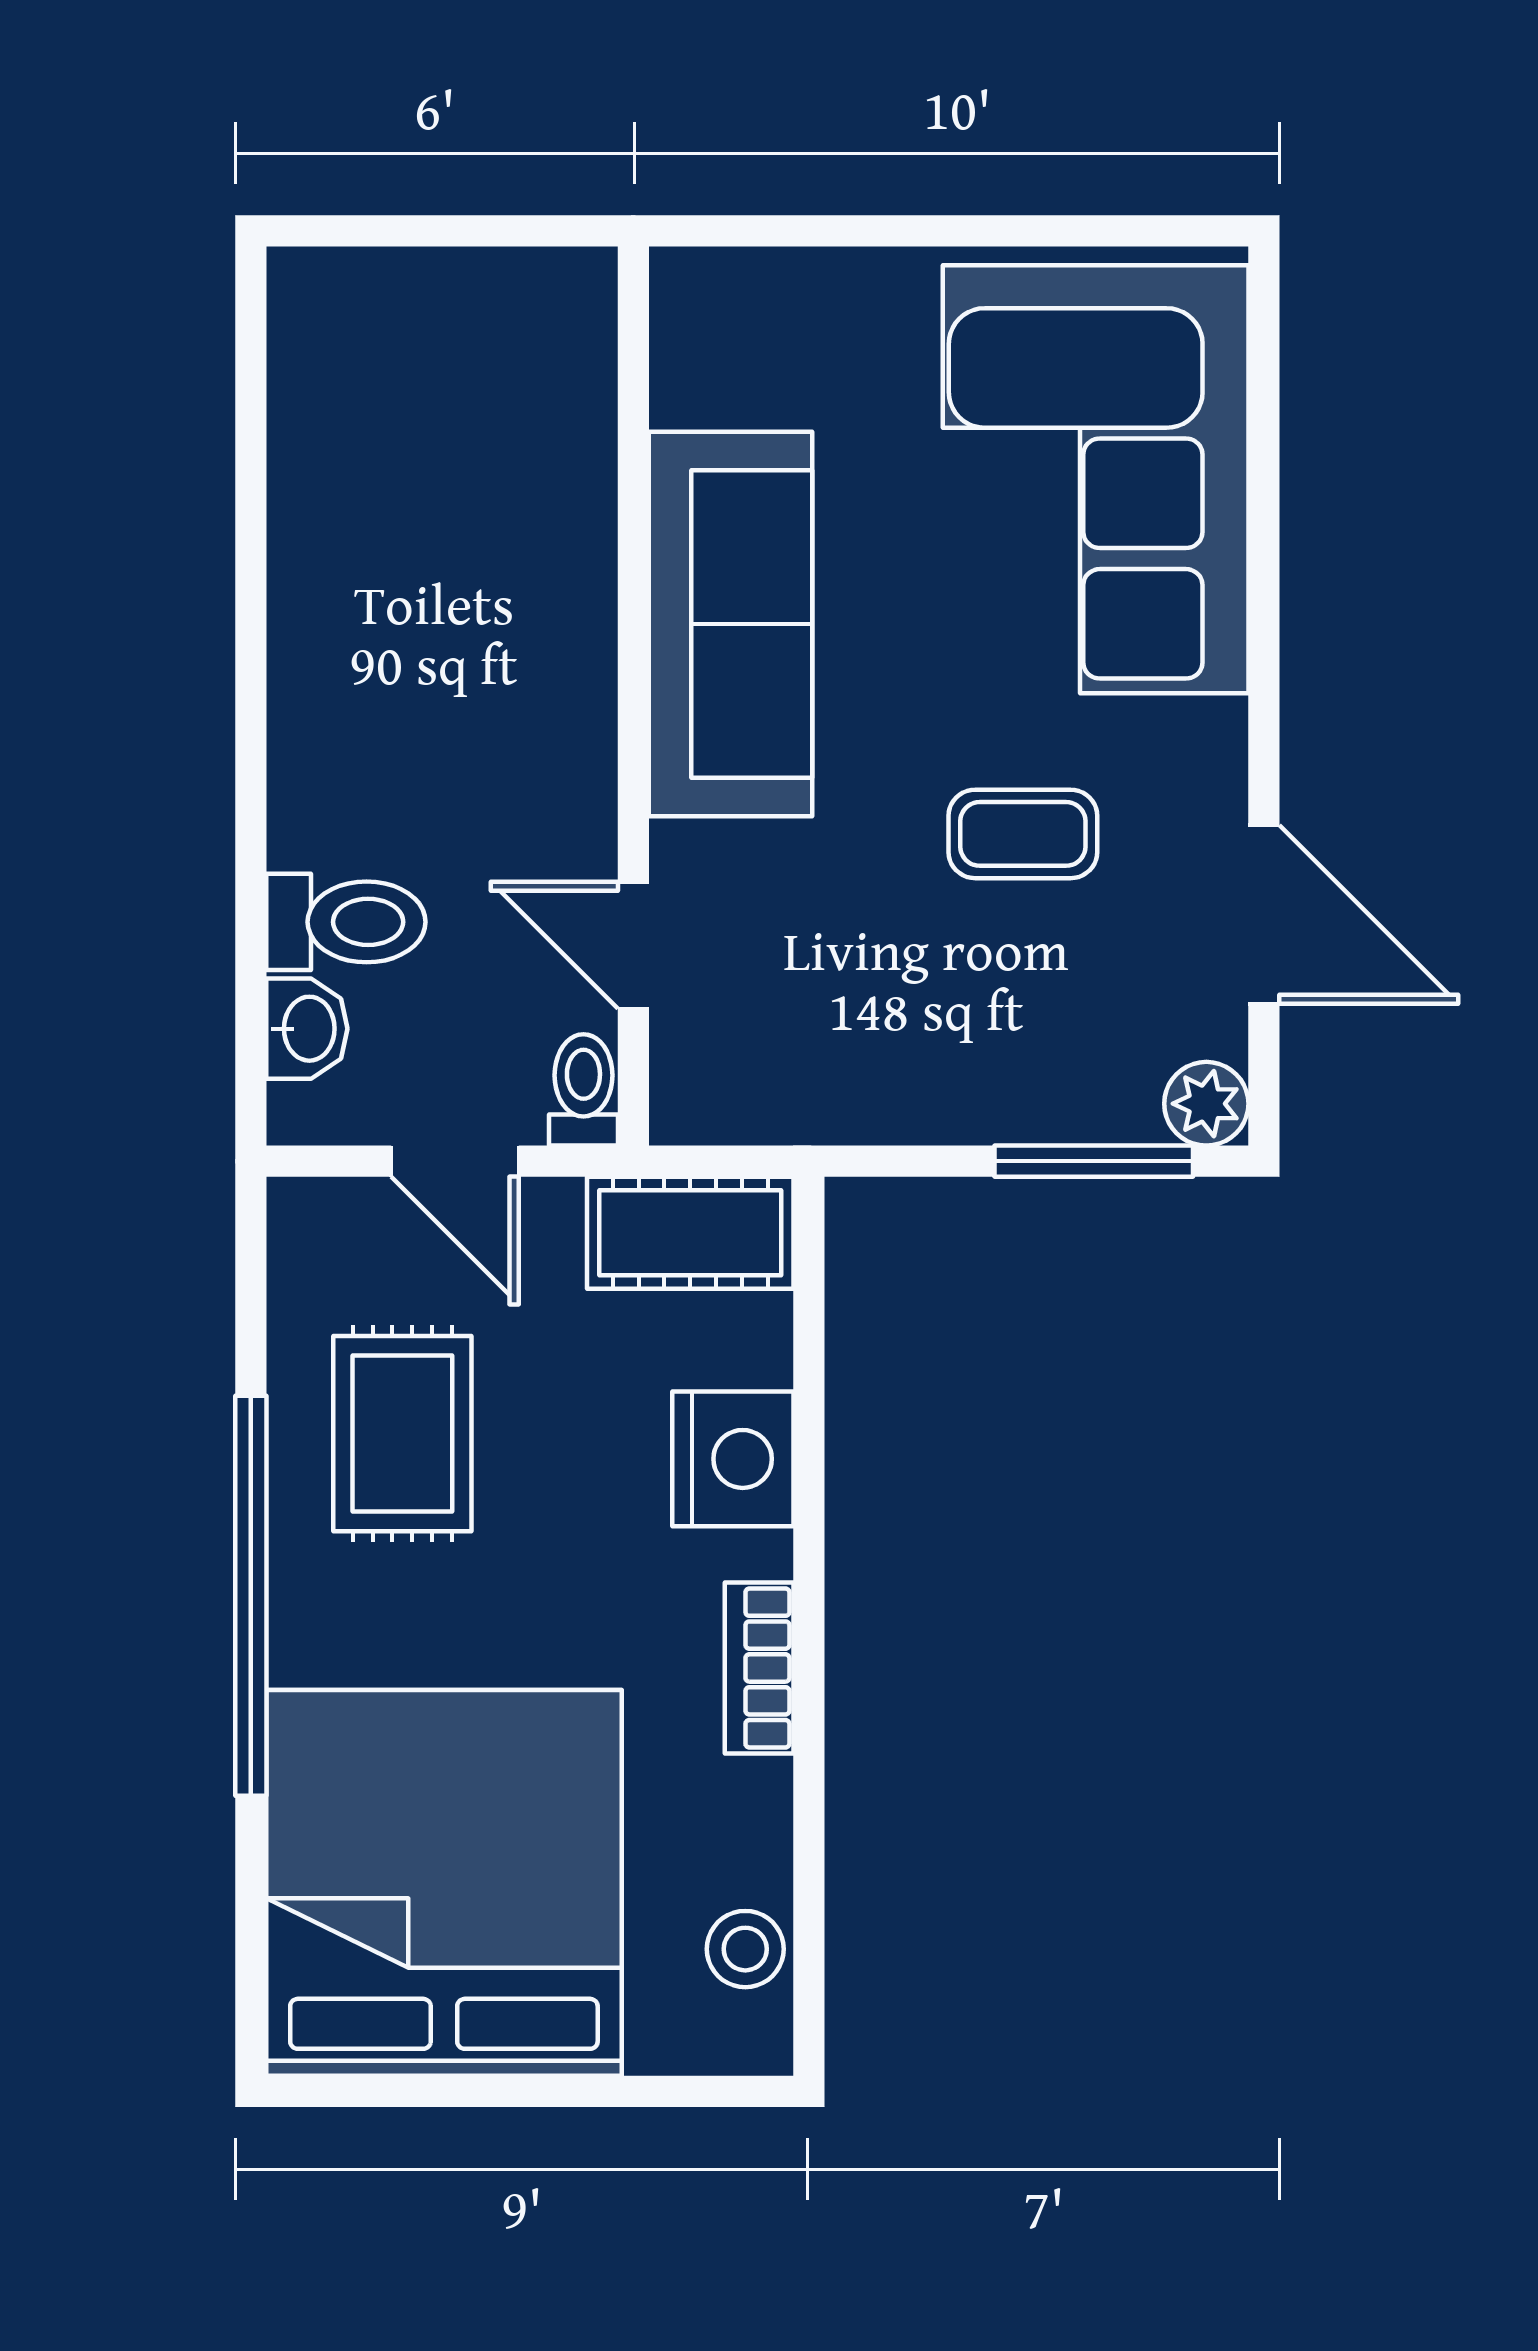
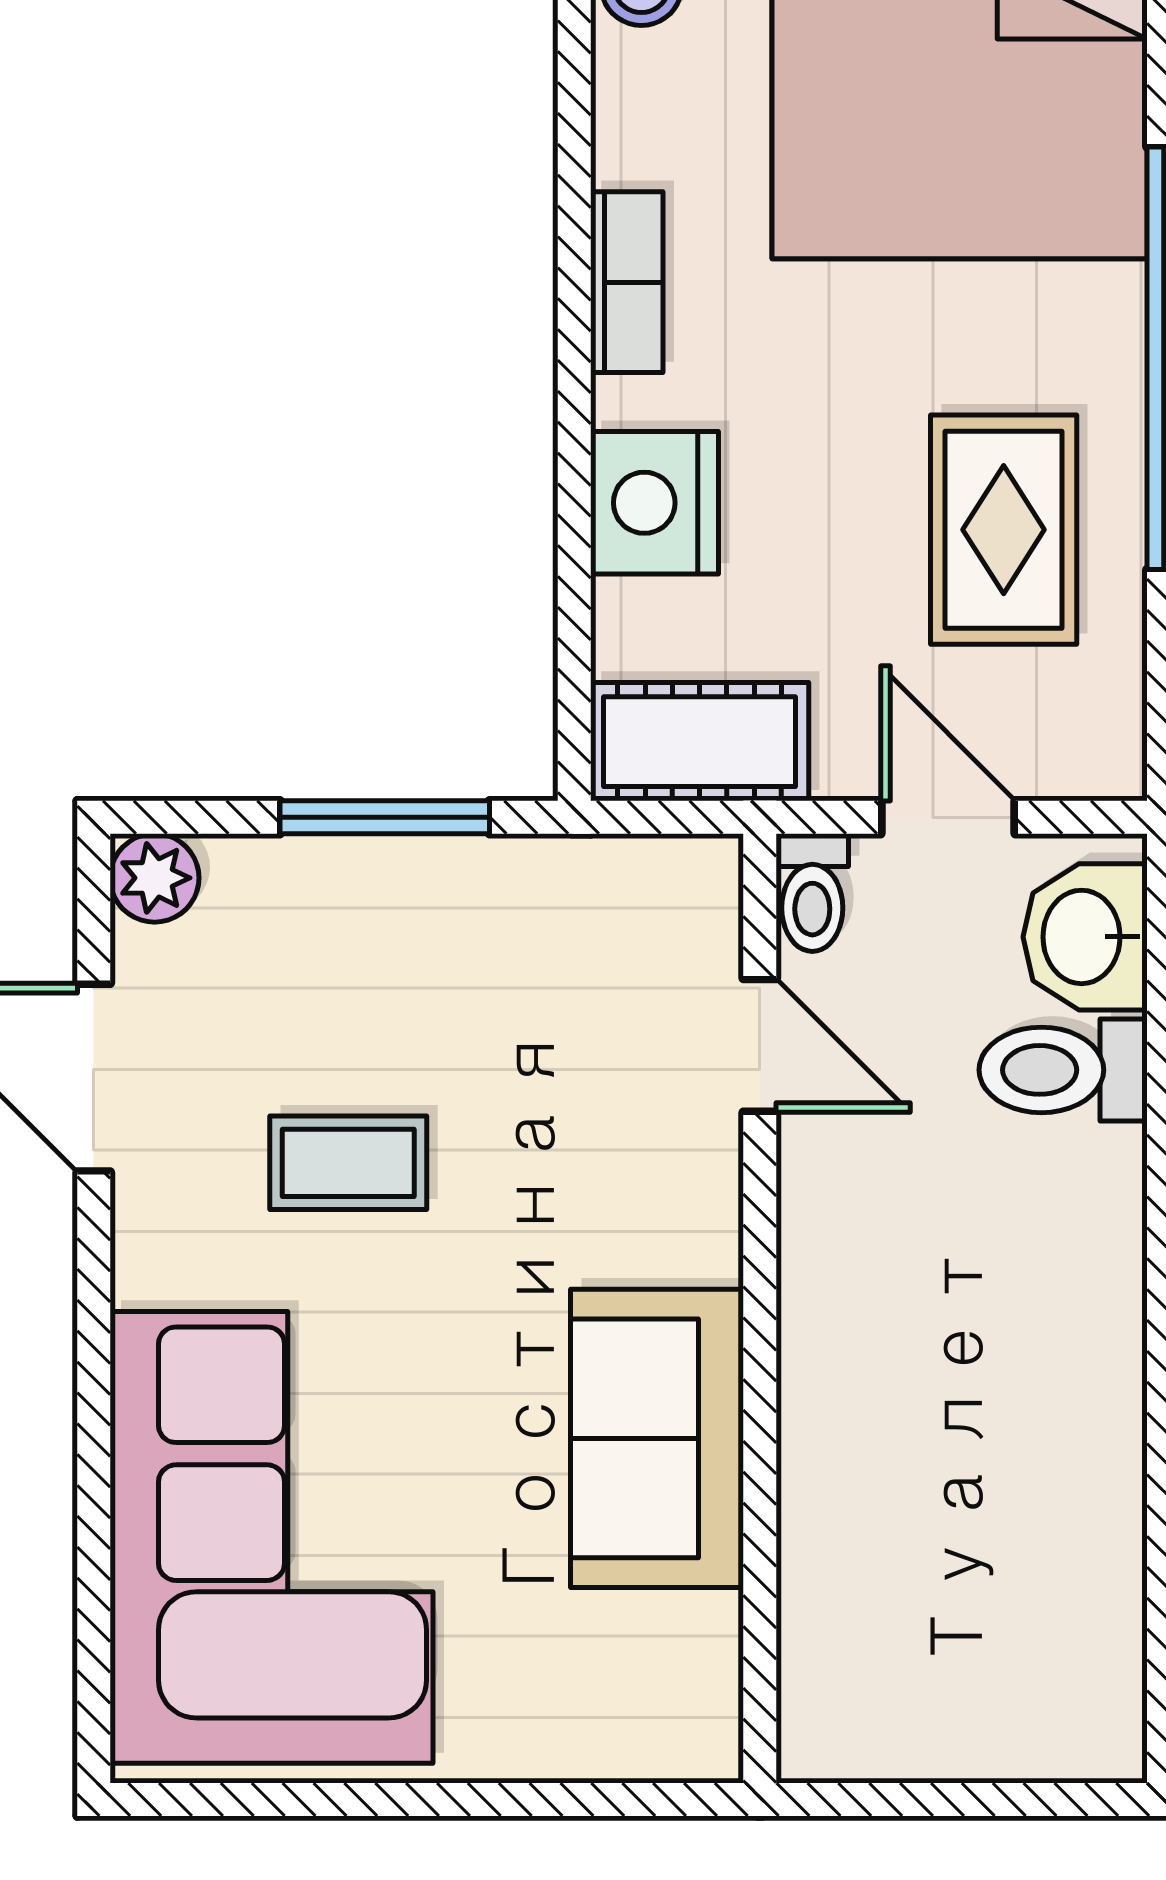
sofa: (731, 624) -> (657, 1438), width x0.73
washbasin: (307, 1029) -> (1085, 937), width x1.38, depth x1.45
window: (1094, 1161) -> (385, 817), moved

